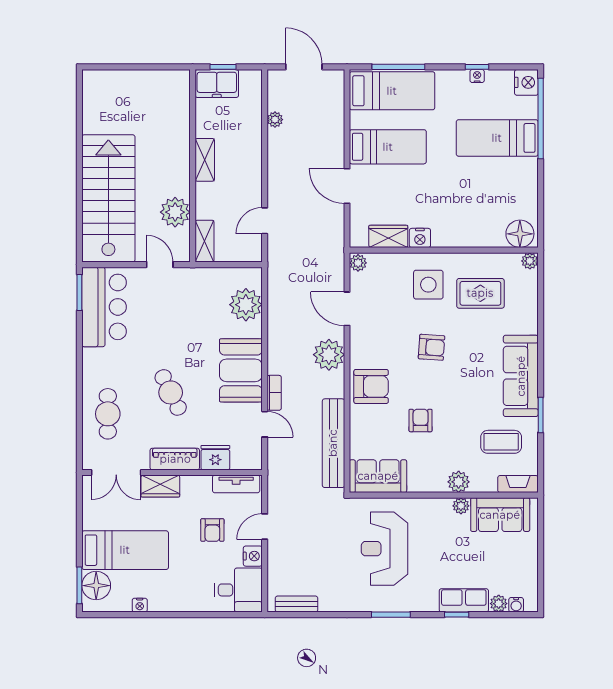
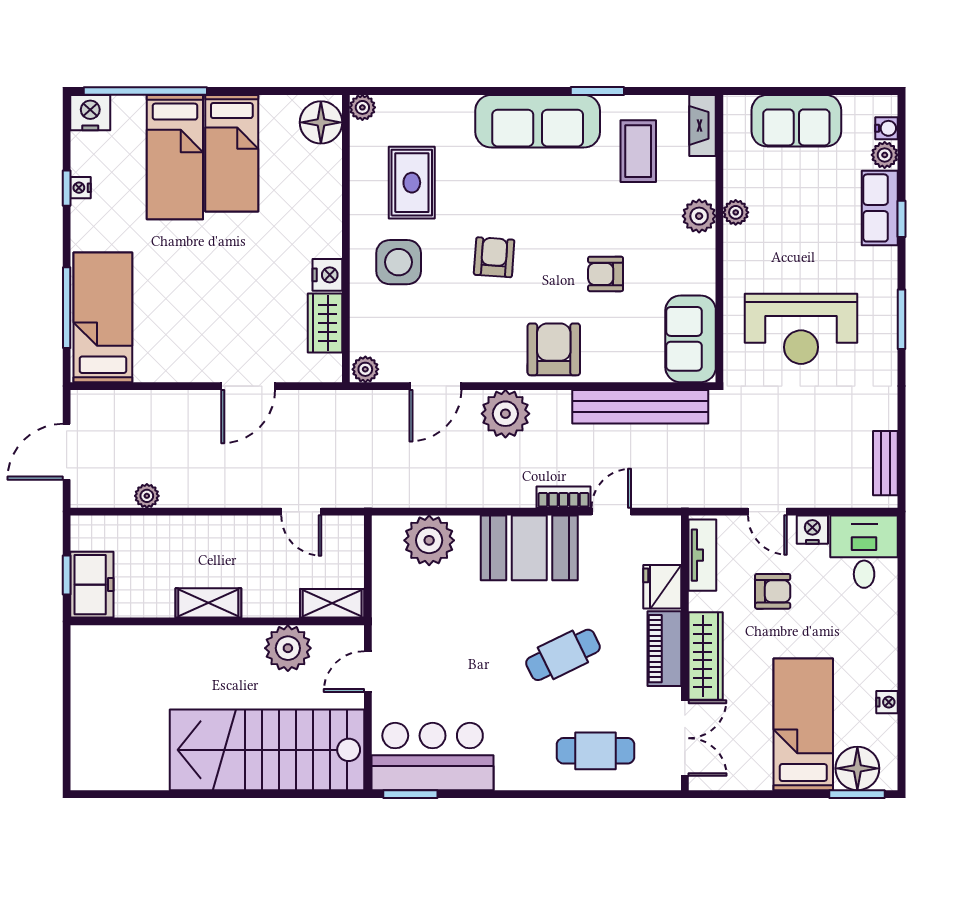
bed: (388, 147) -> (232, 153), moved, turned 180
wardrobe: (160, 486) -> (706, 656), width x1.50
sofa: (500, 515) -> (796, 121), moved, turned 90

